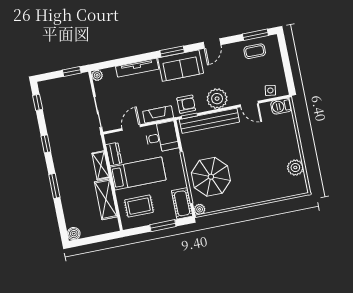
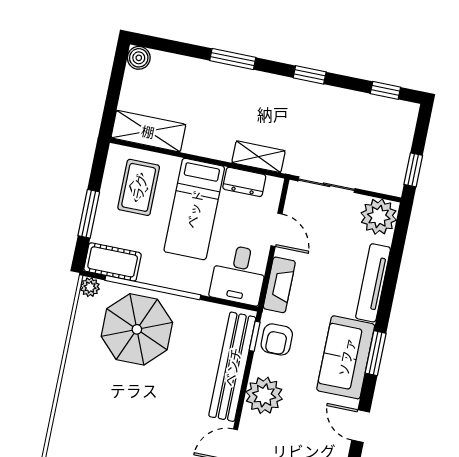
plant: (97, 75) -> (379, 217), width x1.88, depth x1.88
shelving: (101, 165) -> (259, 157), moved
shelving: (106, 199) -> (148, 131), moved

